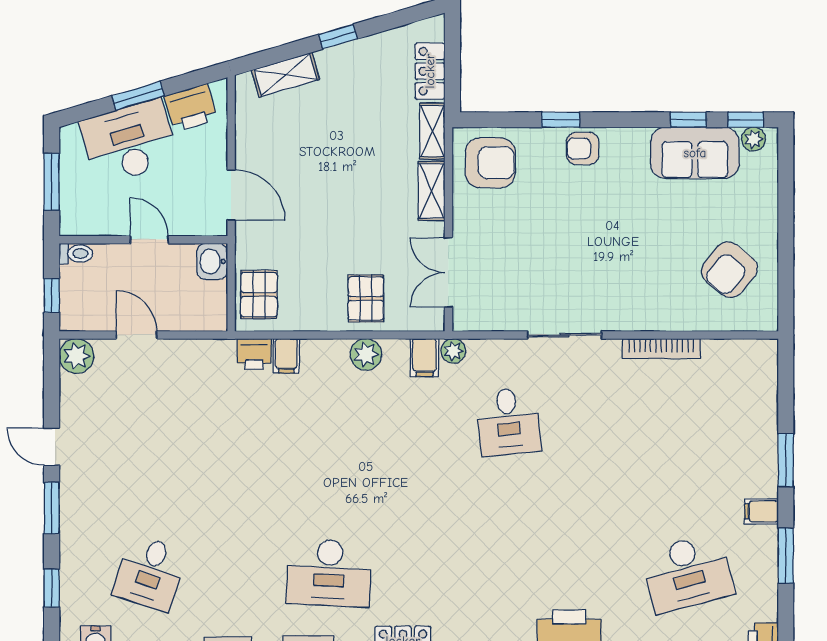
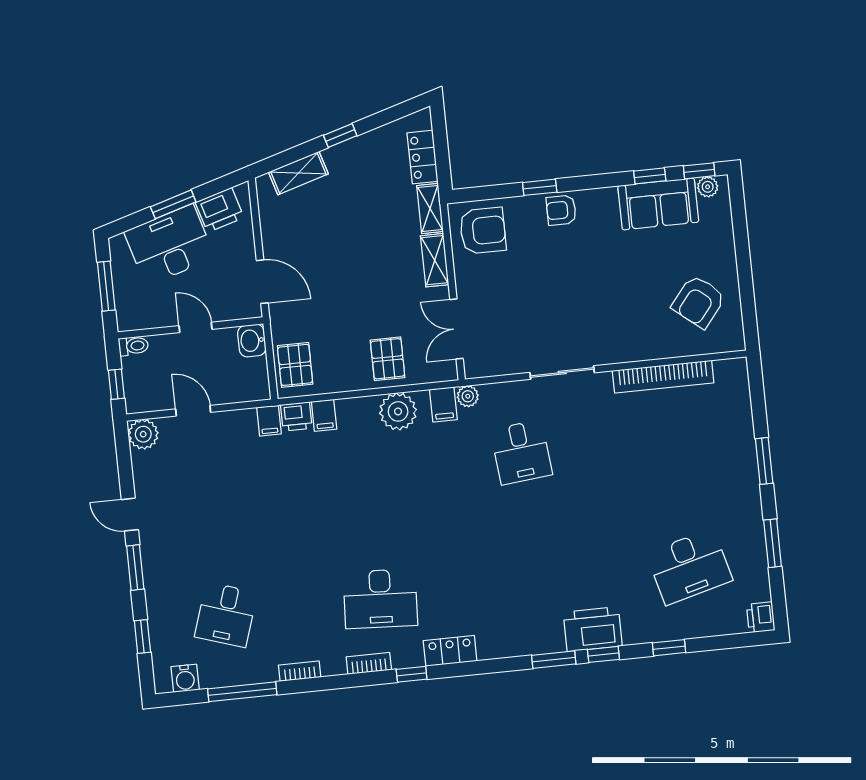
bookcase: (661, 349) -> (663, 377), width x1.48, depth x1.31
plant: (366, 354) -> (398, 411), width x1.36, depth x1.36
filing cabinet: (762, 511) -> (269, 421), moved, turned -90

